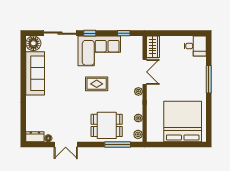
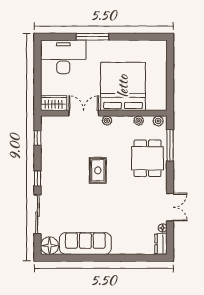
desk: (195, 46) -> (63, 57), width x1.87, depth x1.30
corner sofa: (99, 51) -> (59, 167), removed
bed: (183, 121) -> (123, 86), moved, turned 90

